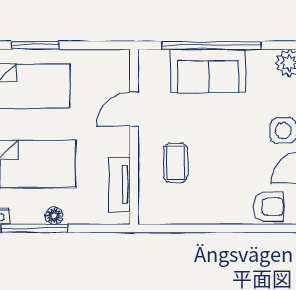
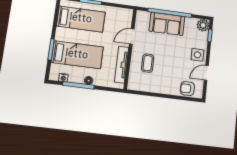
tv unit: (120, 185) -> (122, 65), width x1.41
armchair: (269, 207) -> (187, 89), turned 180

